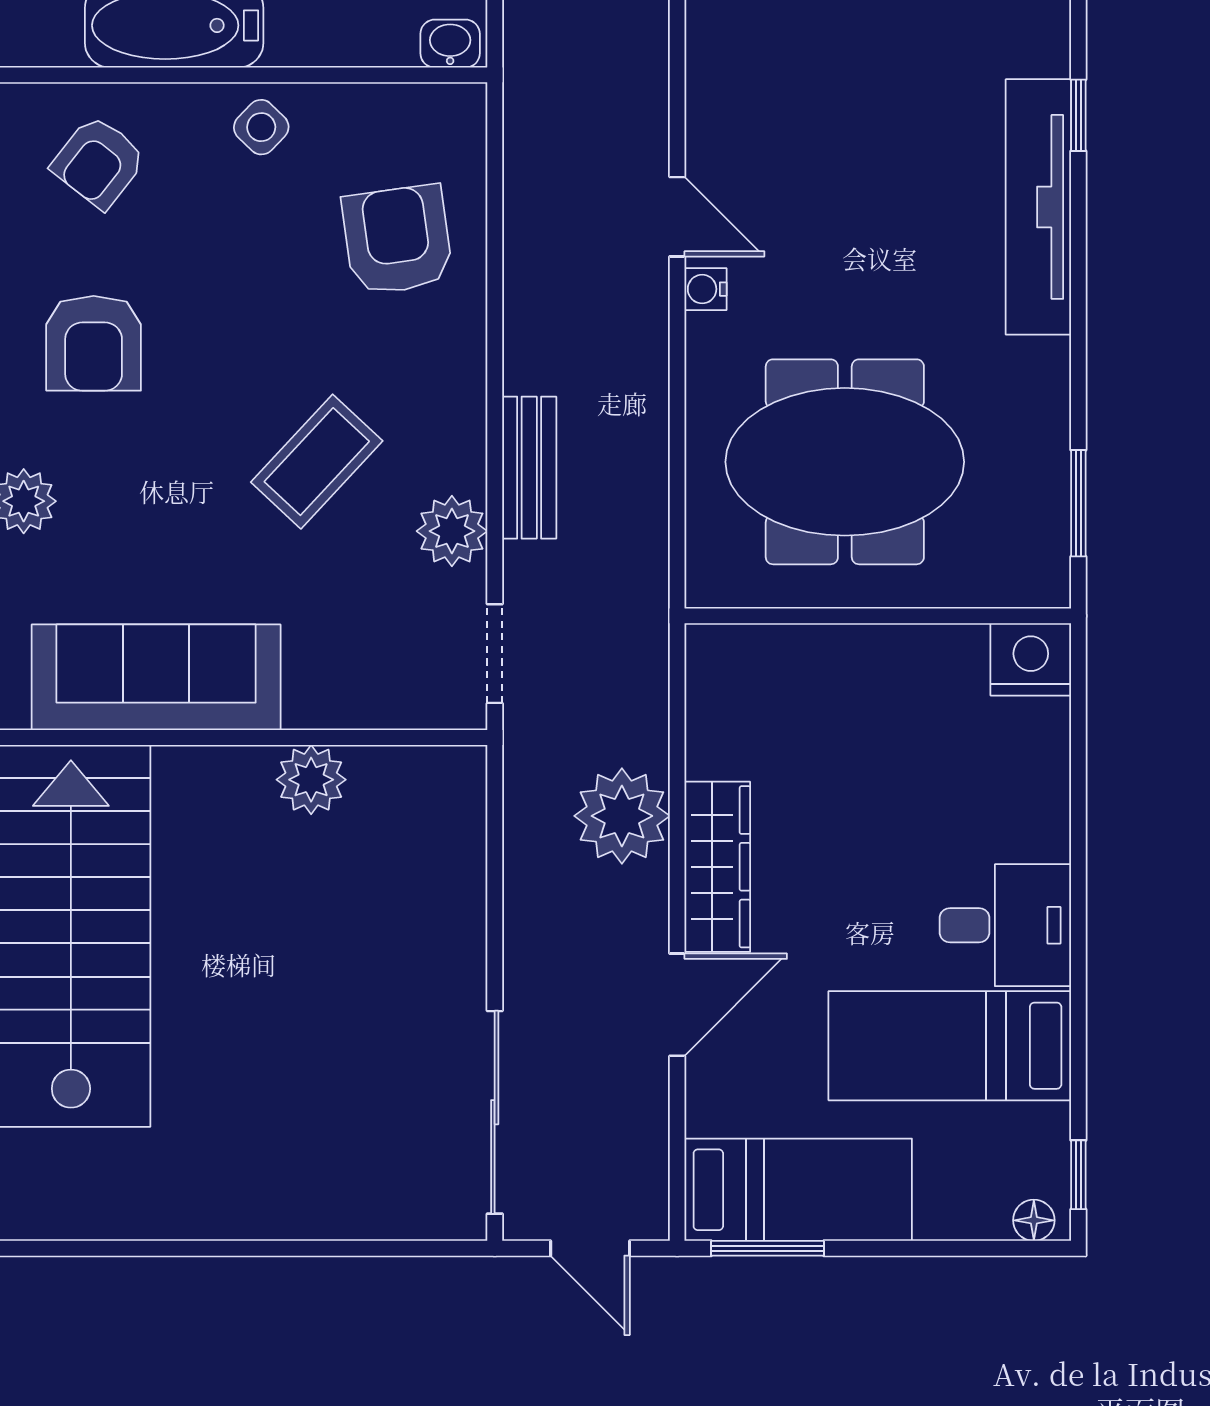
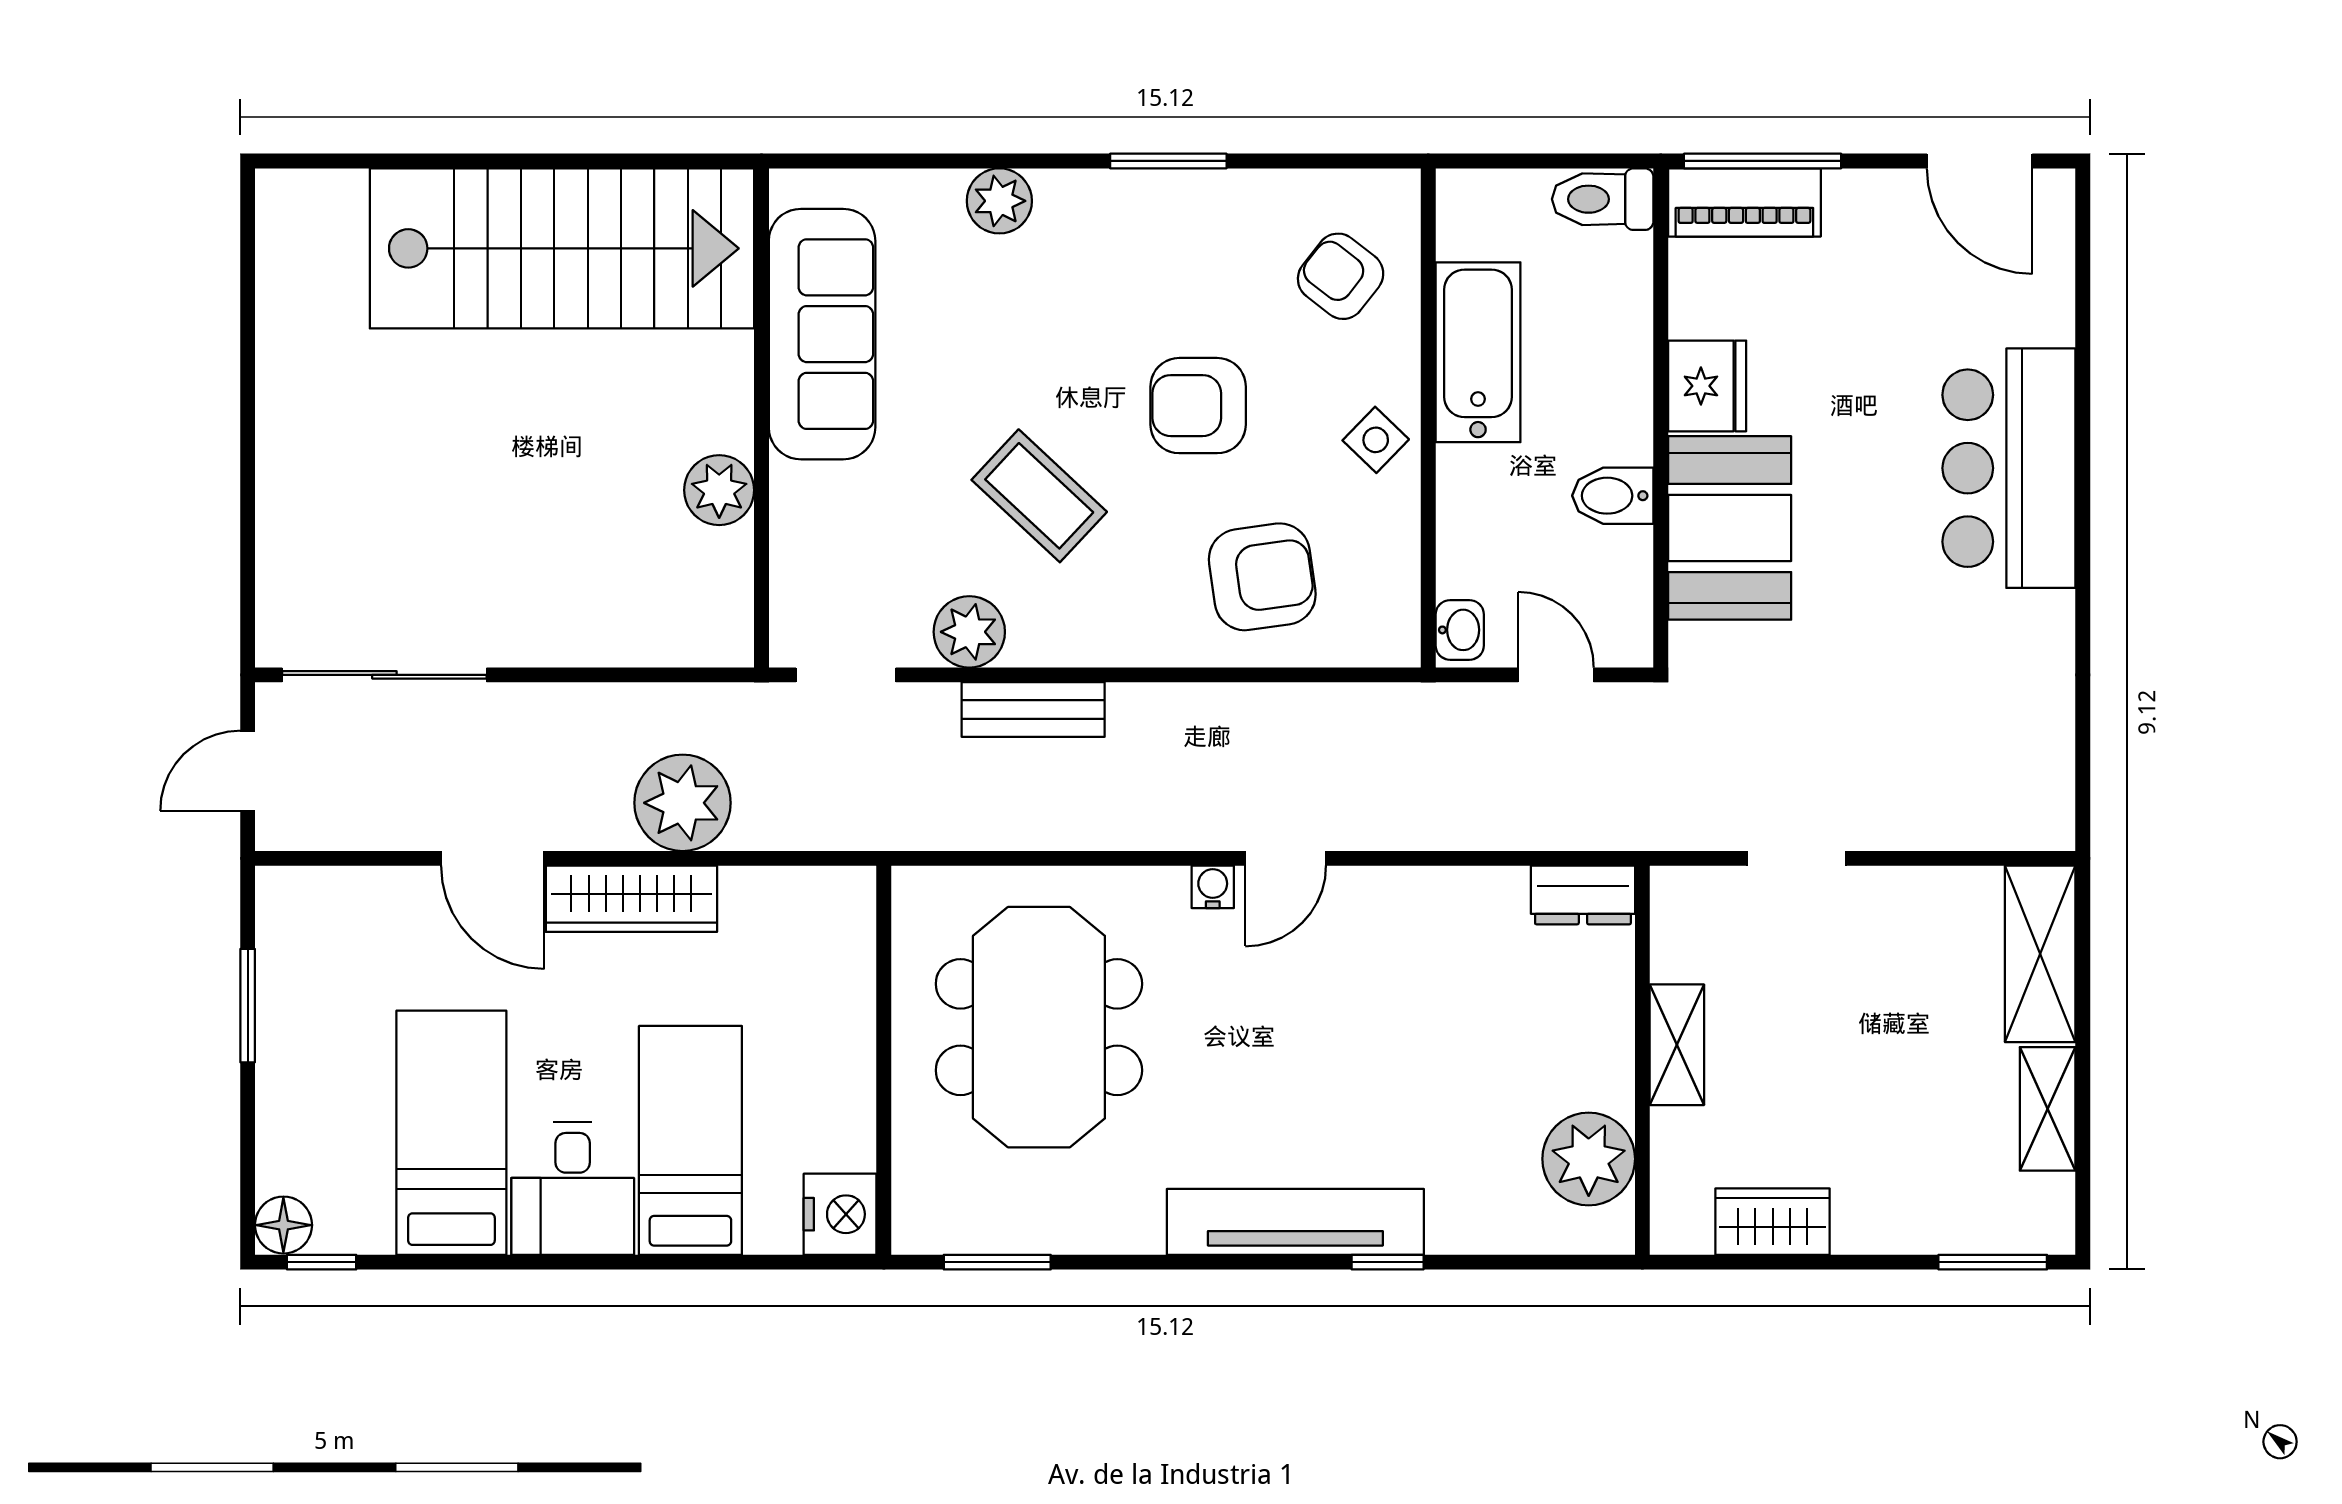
armchair: (94, 343) -> (1198, 406), moved
bed: (798, 1190) -> (690, 1140), moved, turned 180
floor lamp: (1034, 1220) -> (283, 1225), width x1.37, depth x1.37
window: (767, 1248) -> (248, 1006), moved

